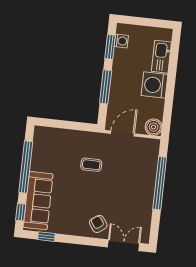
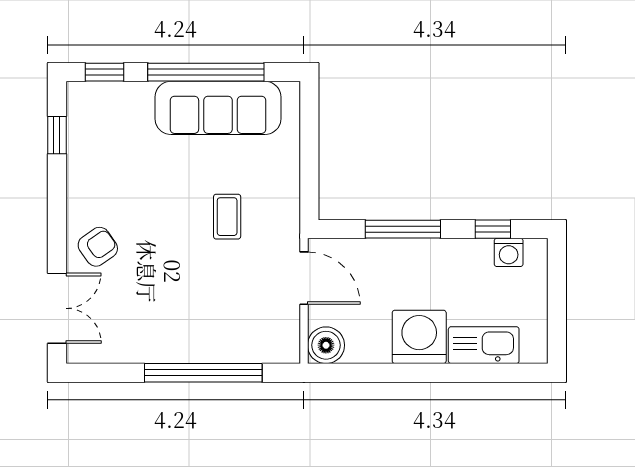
window: (110, 47) -> (493, 229), width x0.67
sofa: (38, 201) -> (218, 108), moved

